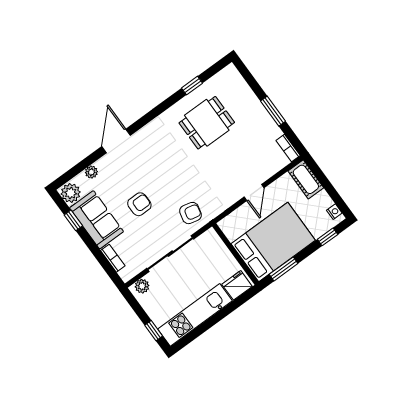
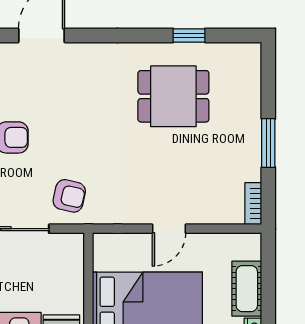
cot: (306, 179) -> (247, 289), moved

